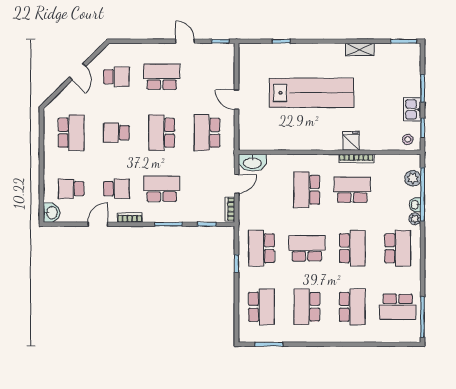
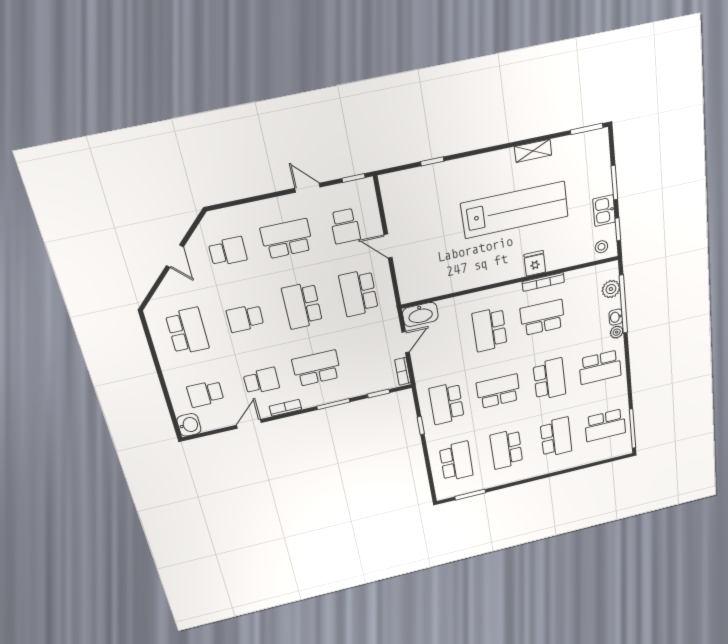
school desk: (207, 77) -> (345, 226), added
lab bench: (312, 93) -> (515, 210), moved
school desk: (398, 248) -> (600, 367), turned 90

